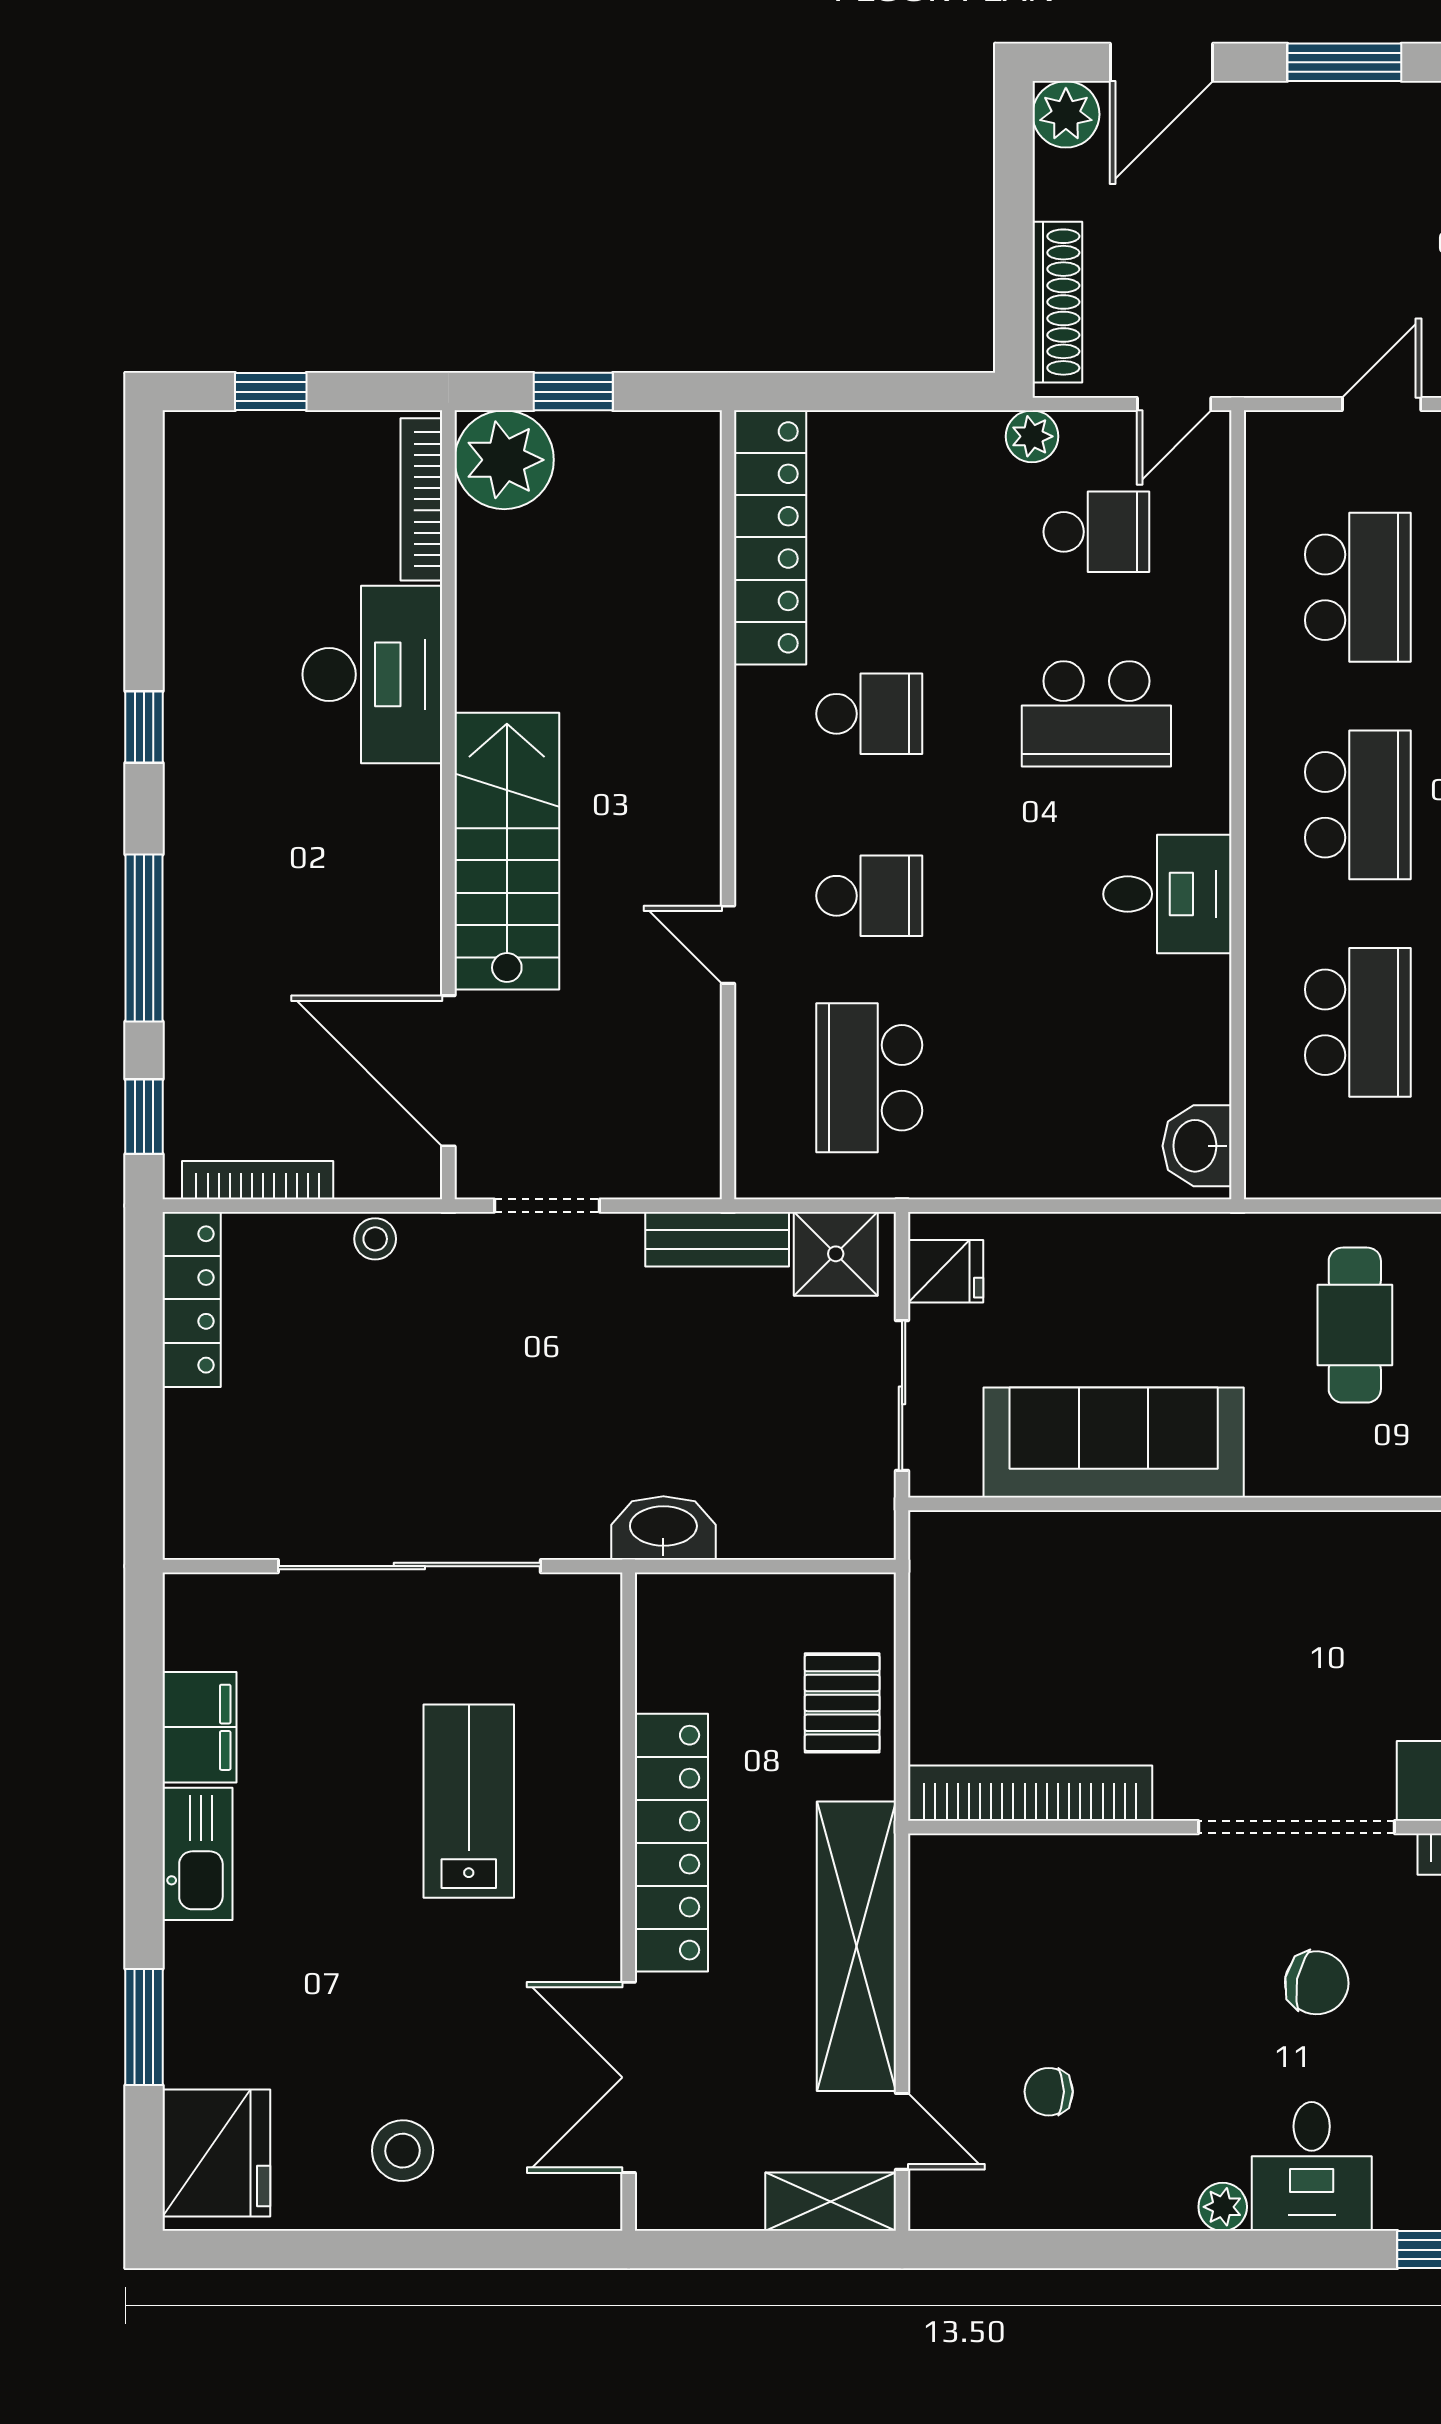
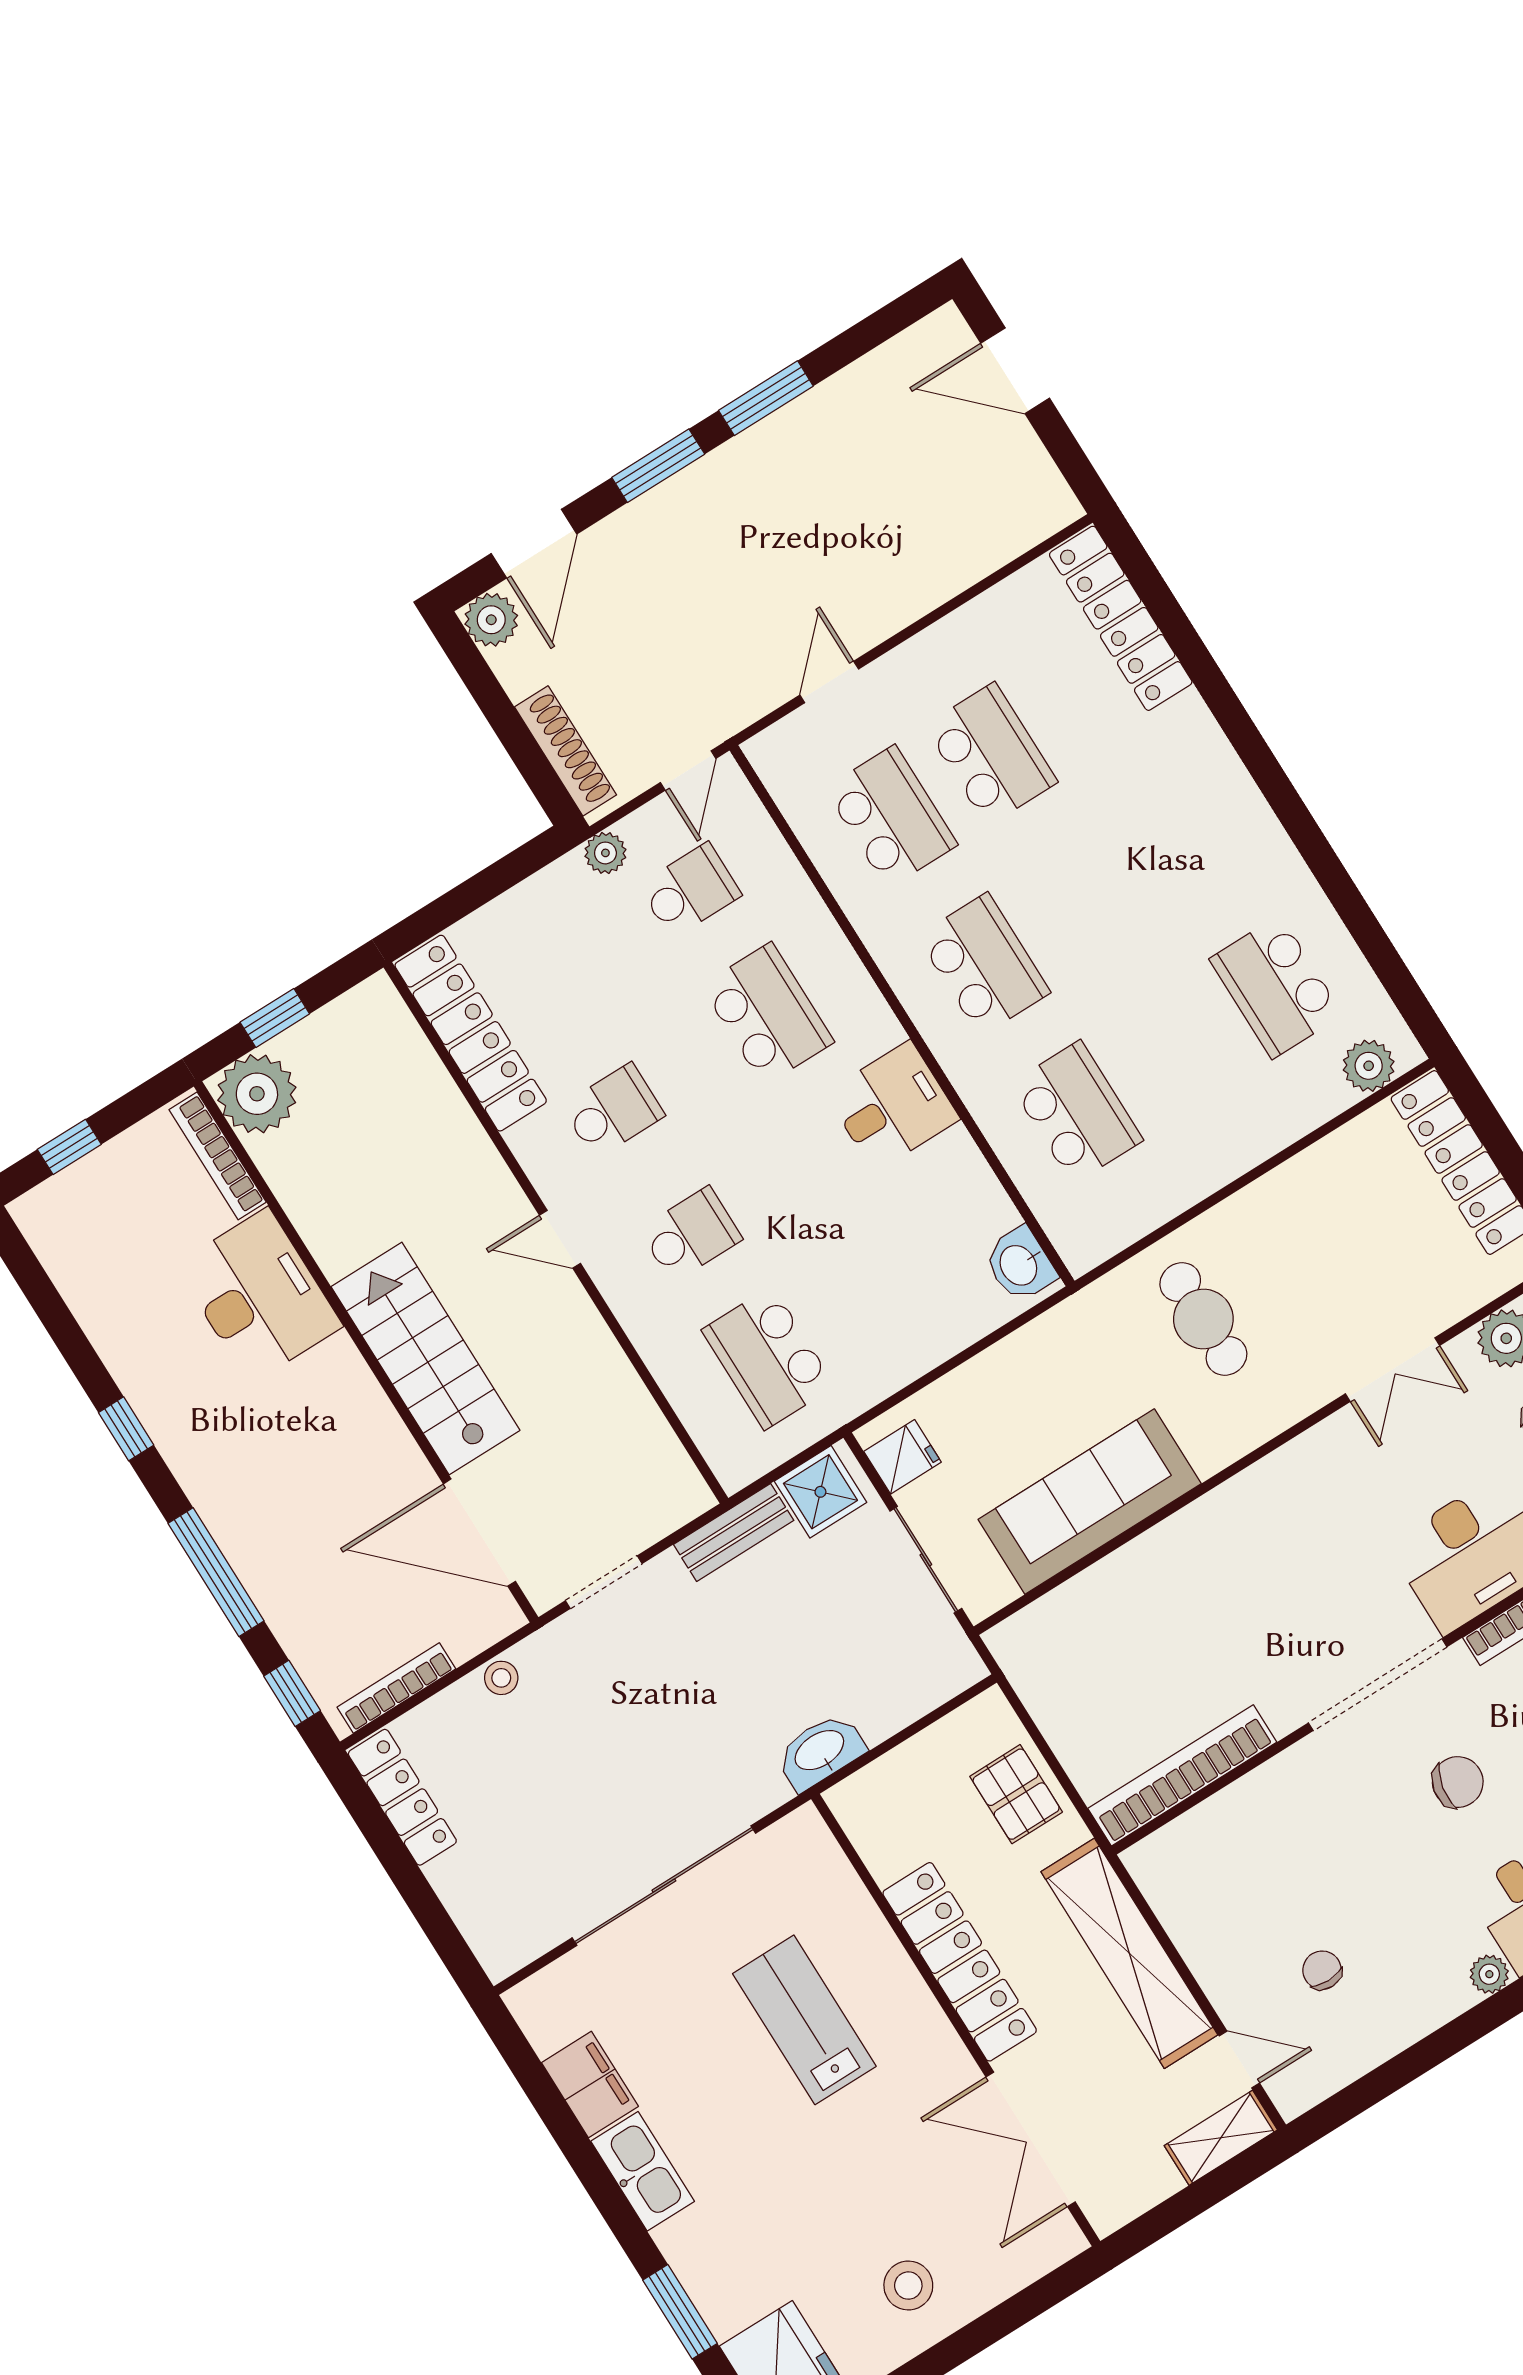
school desk: (1096, 714) -> (767, 1014), turned -90
door: (728, 945) -> (560, 1239), moved
chair: (1049, 2092) -> (1322, 1970), turned 90

